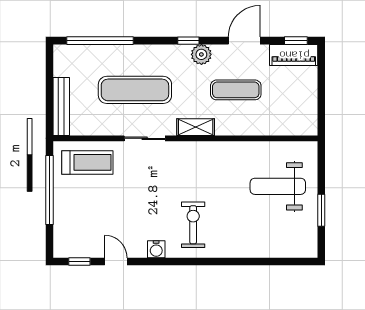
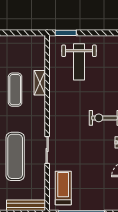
shelving: (196, 127) -> (40, 83), moved
window: (321, 210) -> (66, 33), moved

